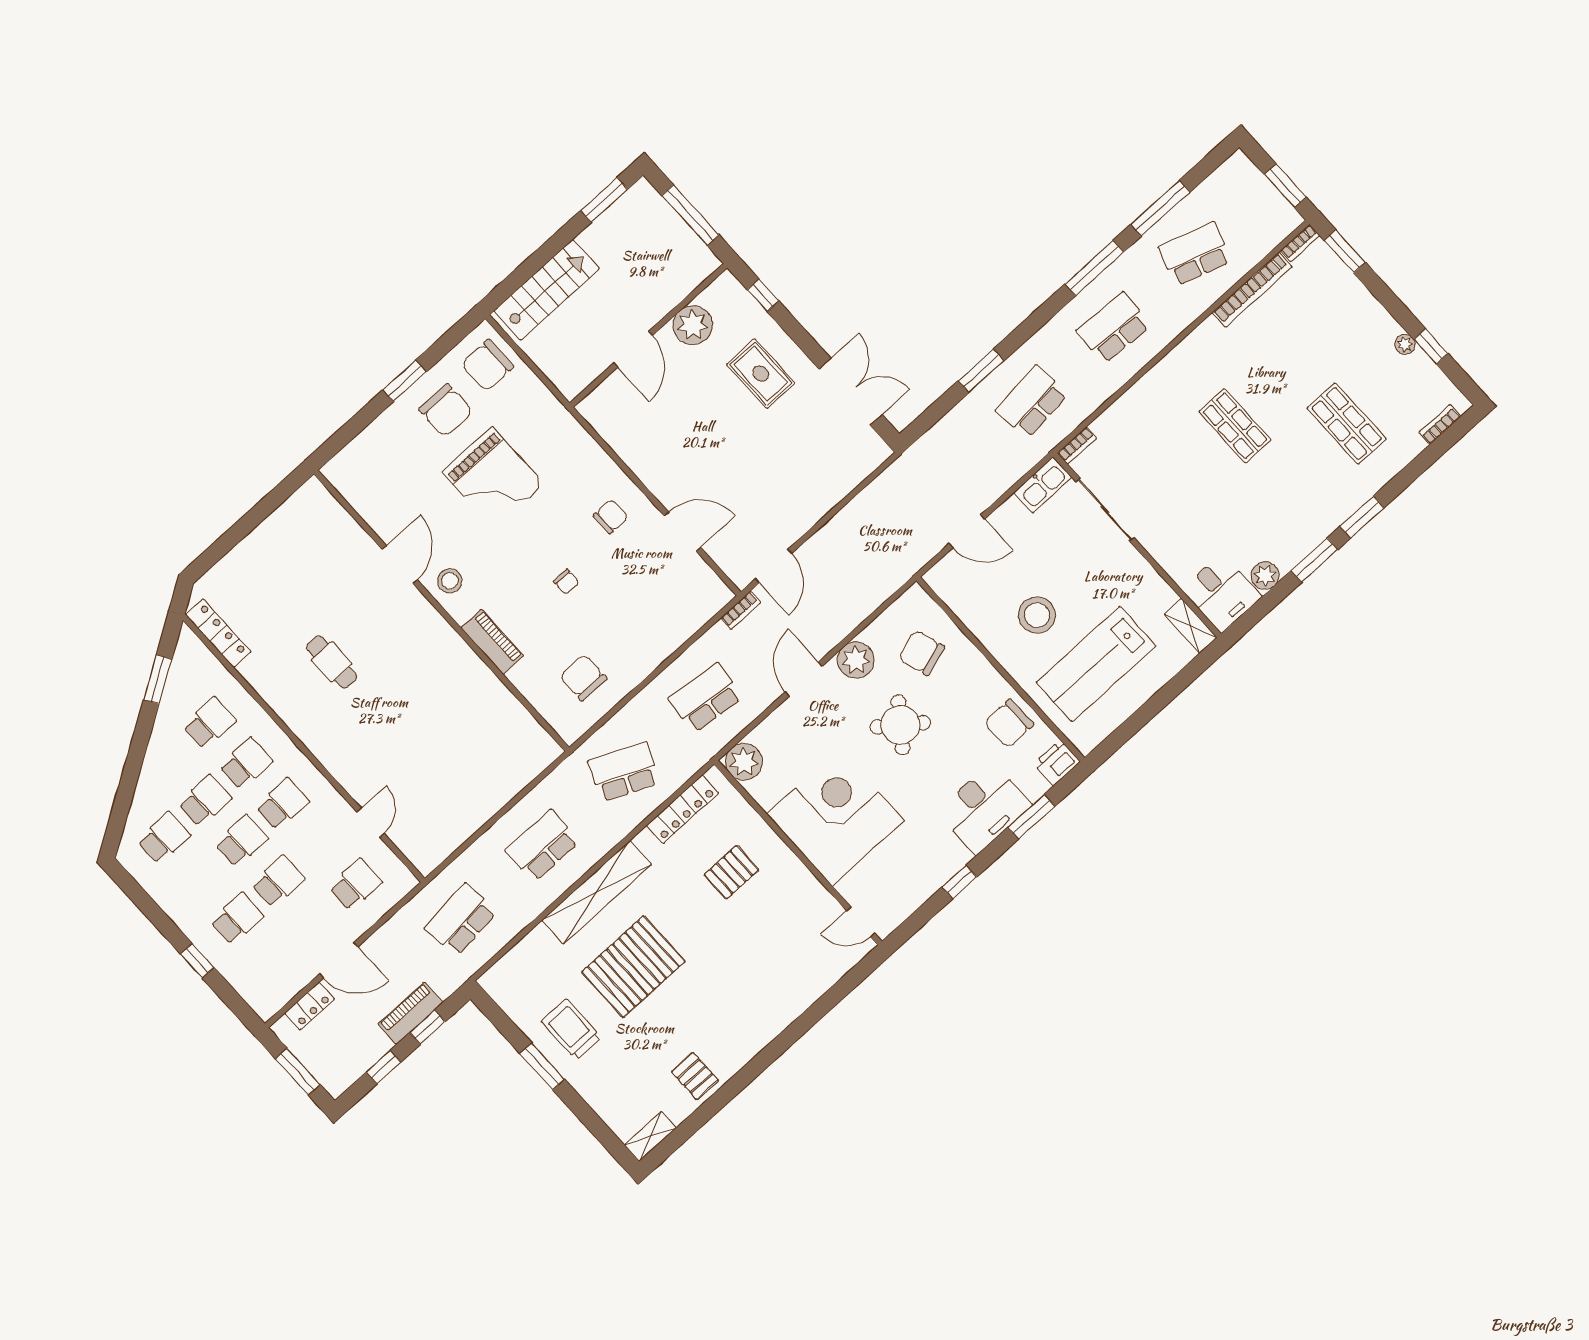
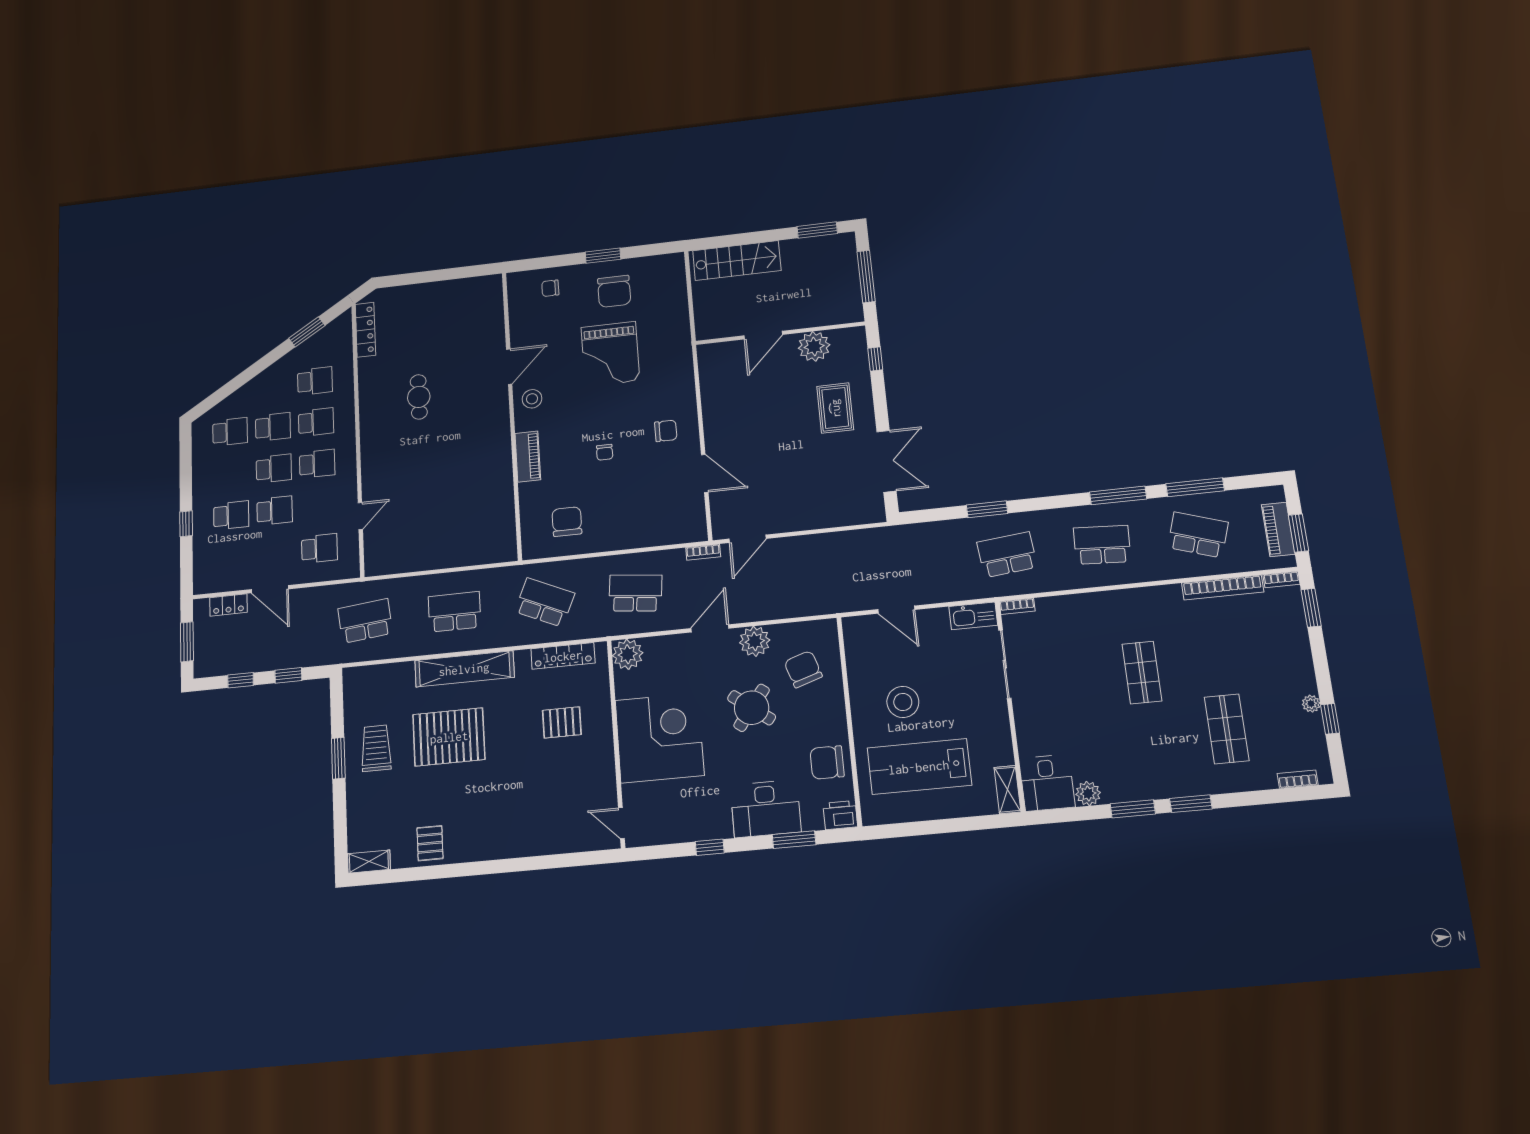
chair: (487, 365) -> (550, 288), moved, width x0.54, depth x0.54
piano: (410, 1013) -> (1278, 529), moved, turned -90

